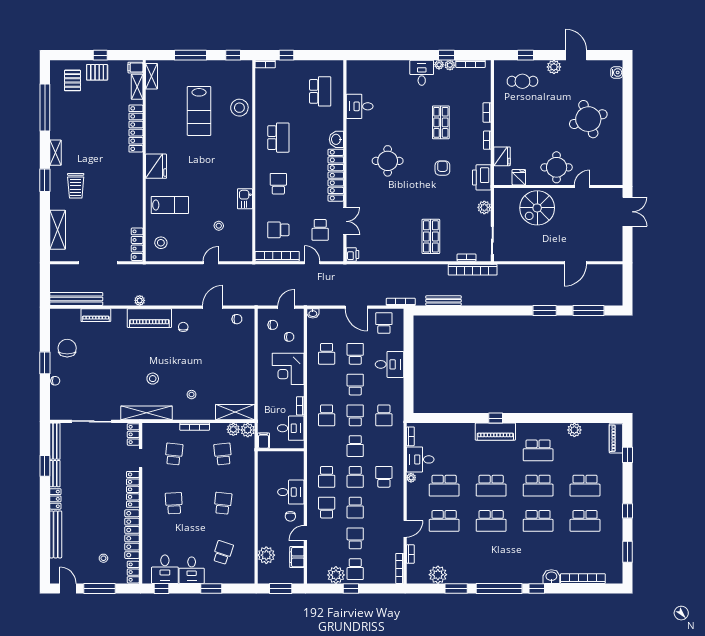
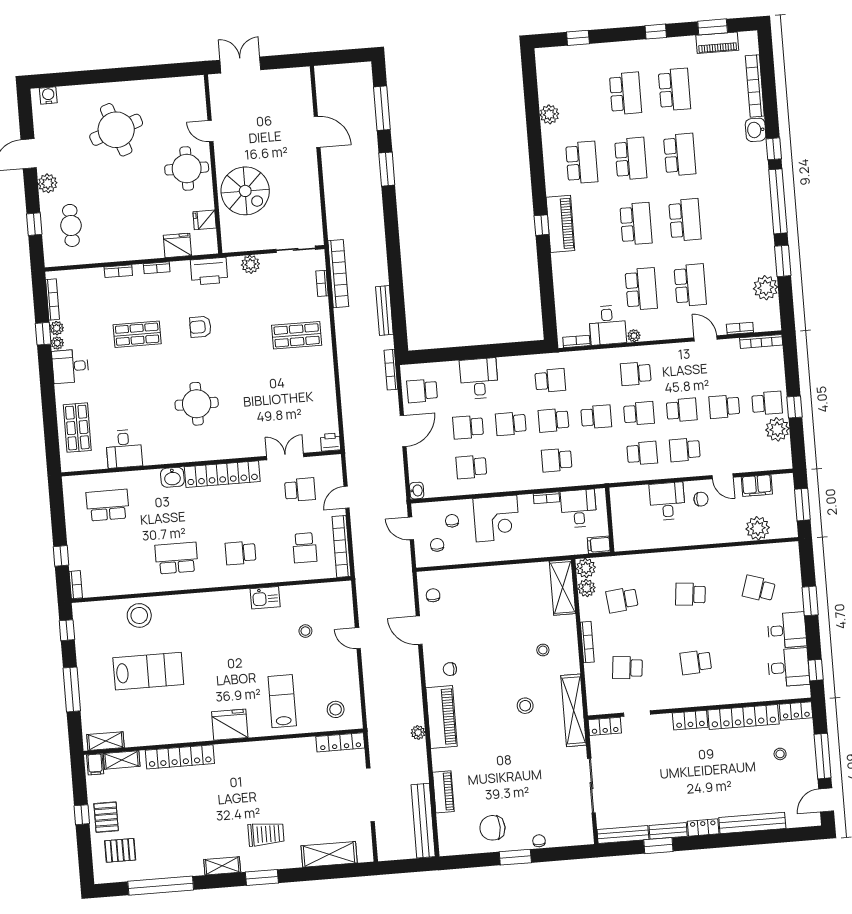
shop shelf: (377, 74) -> (77, 428), added
school desk: (327, 354) -> (471, 467), turned 180
school desk: (327, 415) -> (557, 460), turned 180
piano: (616, 438) -> (717, 43), moved
locker: (133, 489) -> (690, 720), width x0.66

